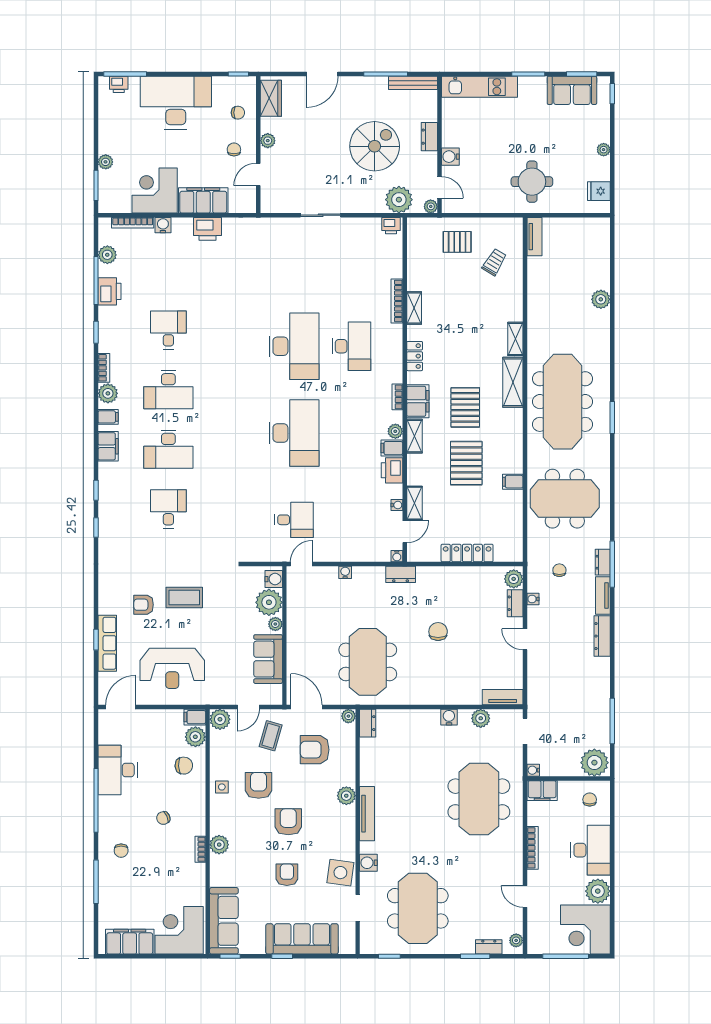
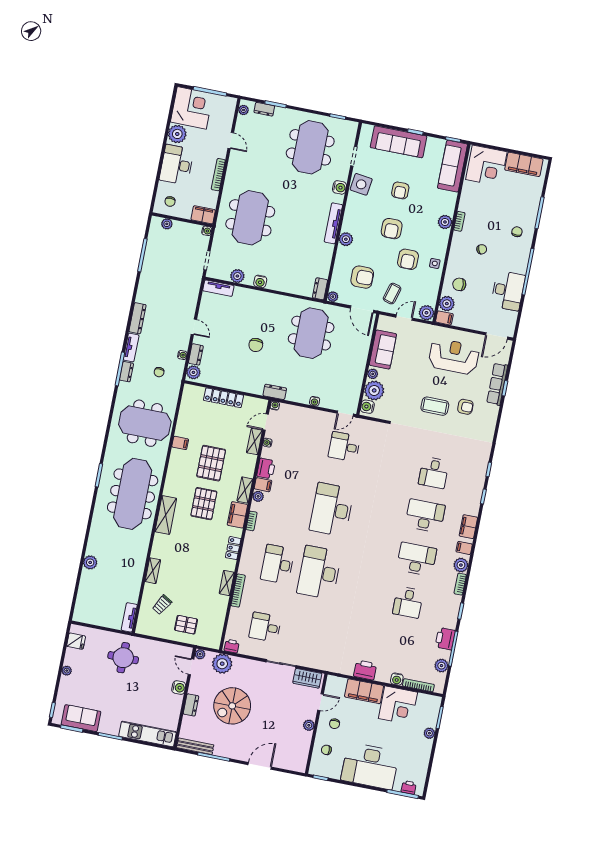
wardrobe: (271, 98) -> (307, 678), moved, turned -90
desk: (351, 259) -> (265, 627), added
shelving: (515, 339) -> (153, 571), moved
plant: (594, 763) -> (167, 224), width x0.53, depth x0.53

